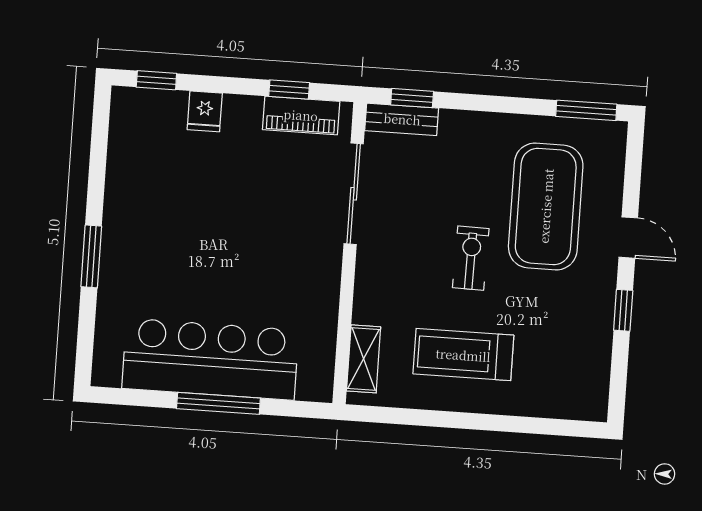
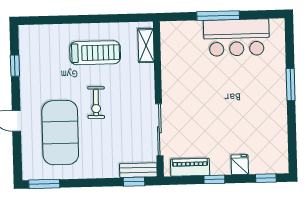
window: (289, 90) -> (214, 179), moved
window: (623, 310) -> (15, 66), moved
bar counter: (210, 359) -> (236, 38), width x0.73

